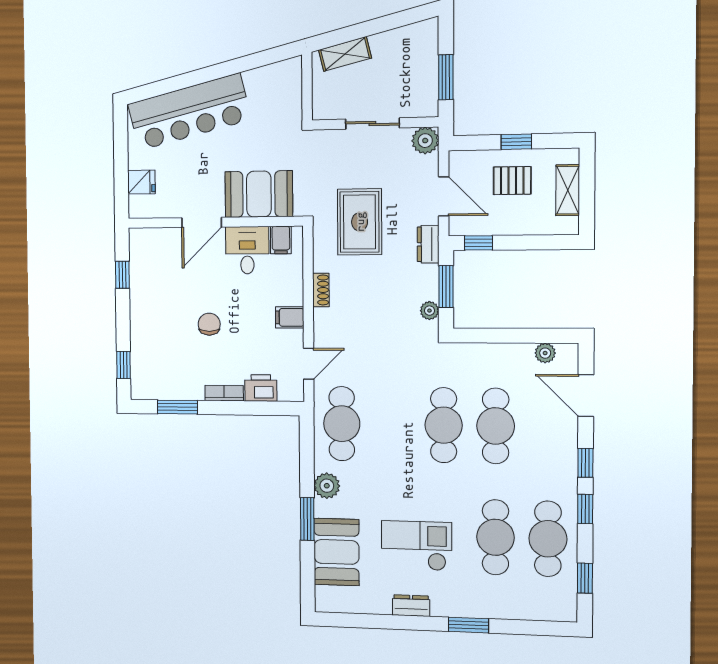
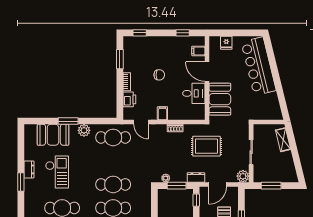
filing cabinet: (281, 240) -> (198, 51), moved
window: (468, 625) -> (21, 182), moved

